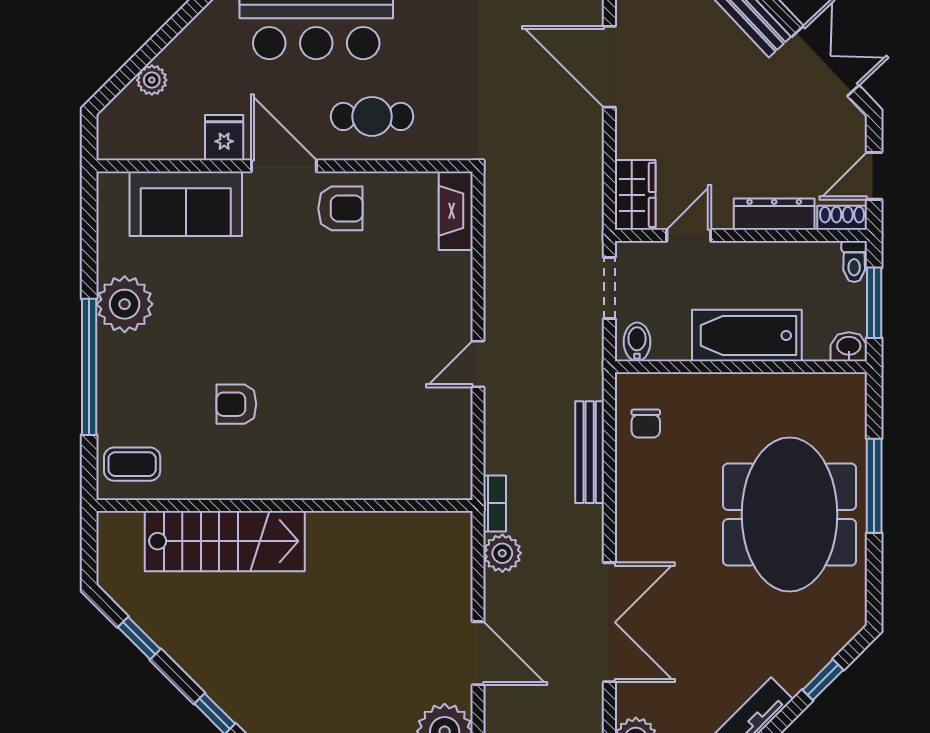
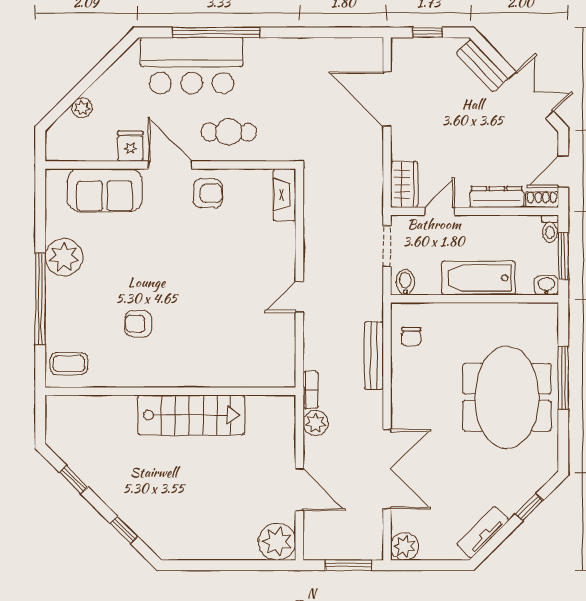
stairs: (225, 541) -> (191, 415), moved

